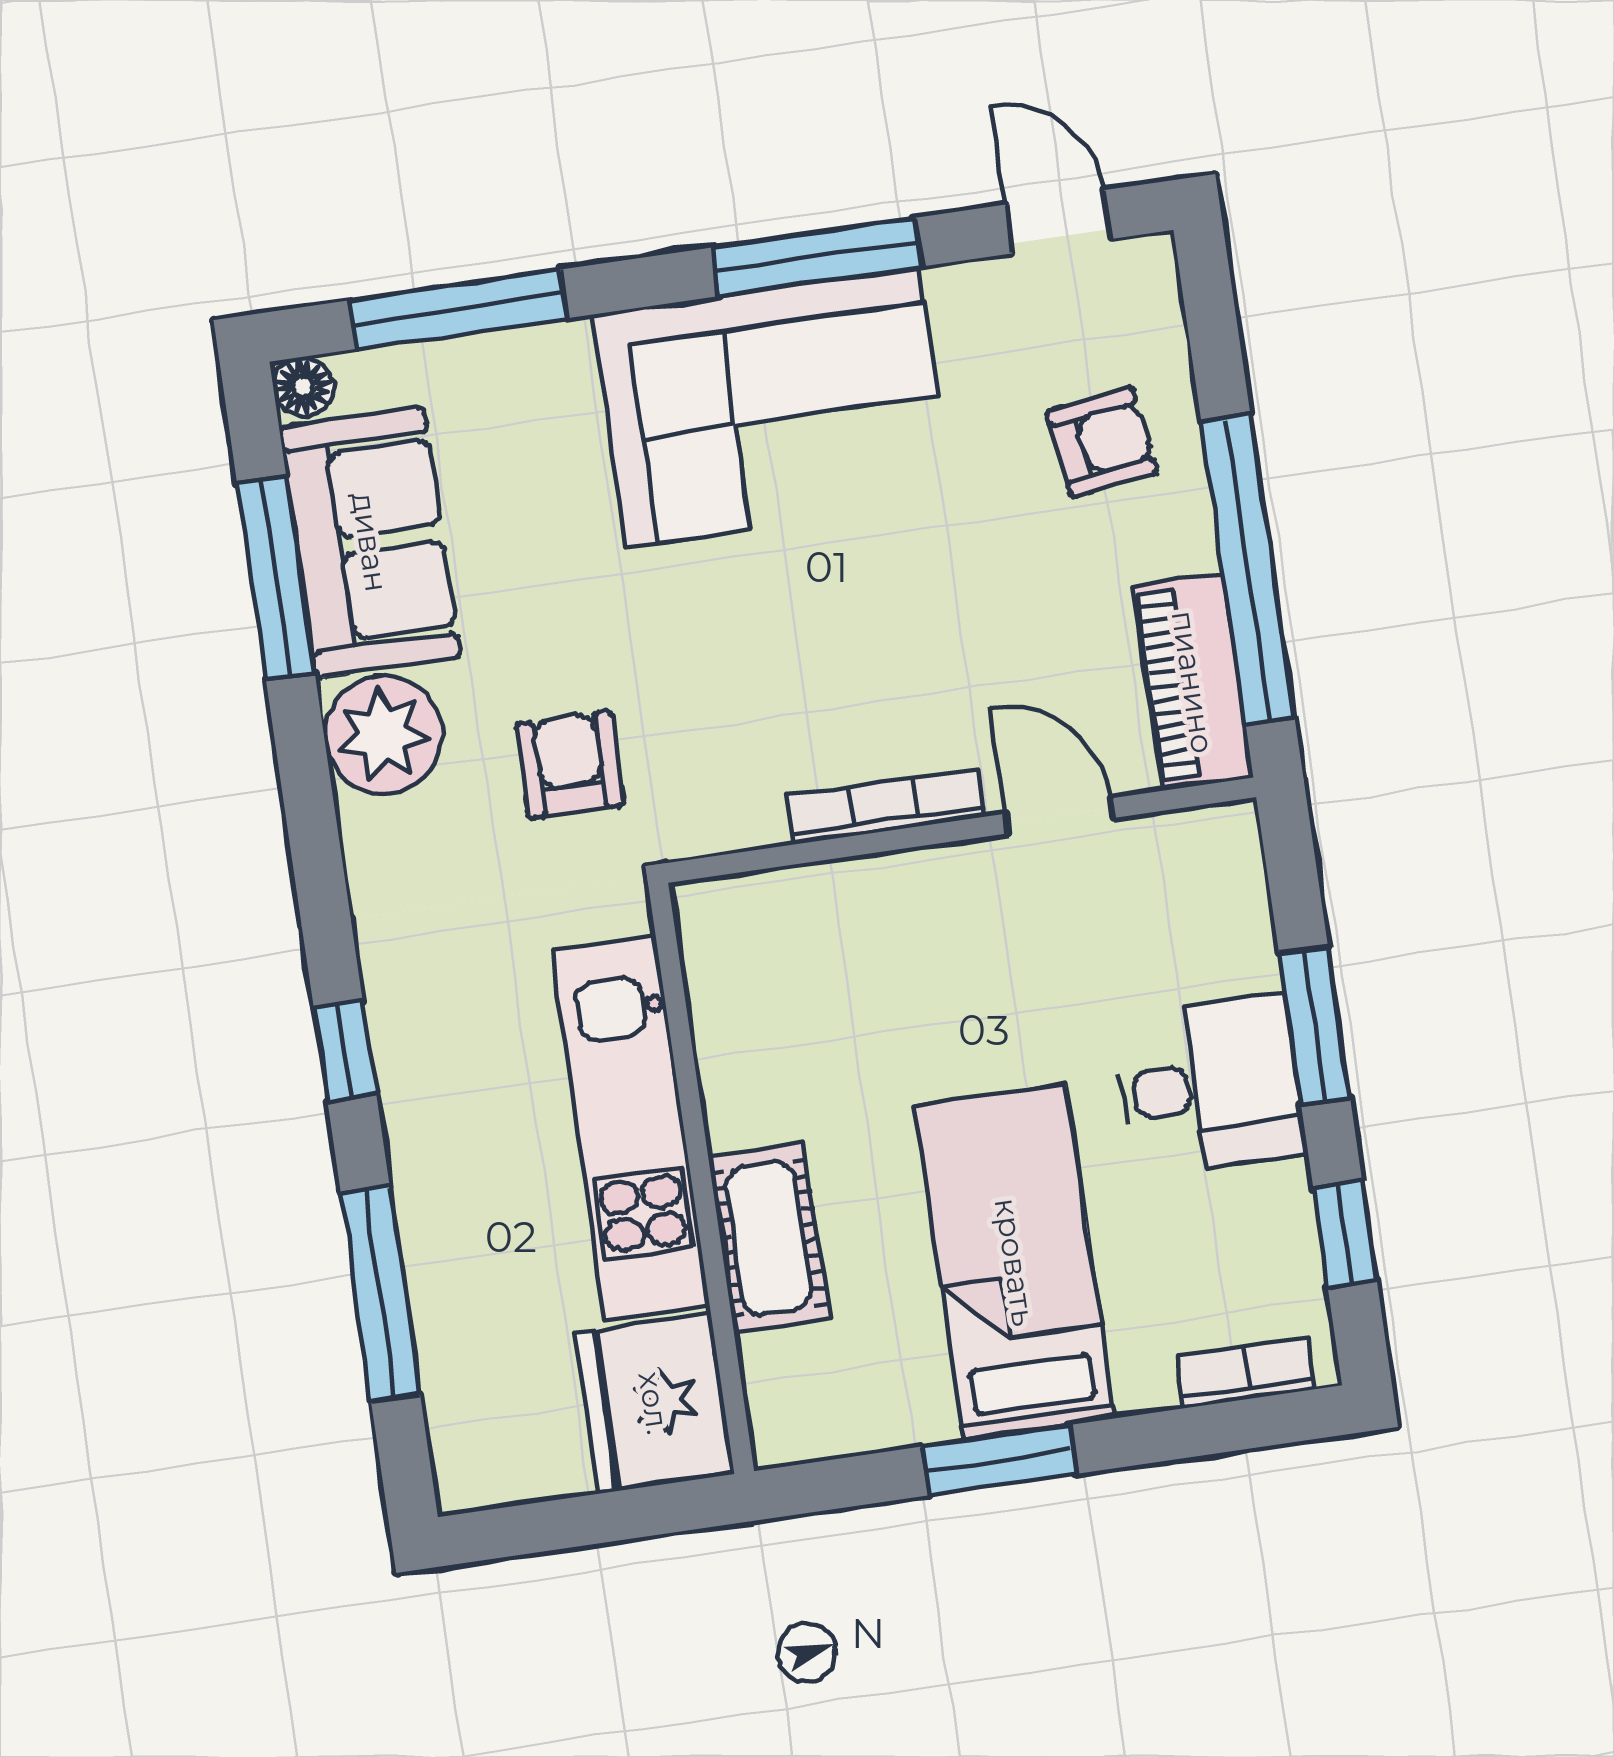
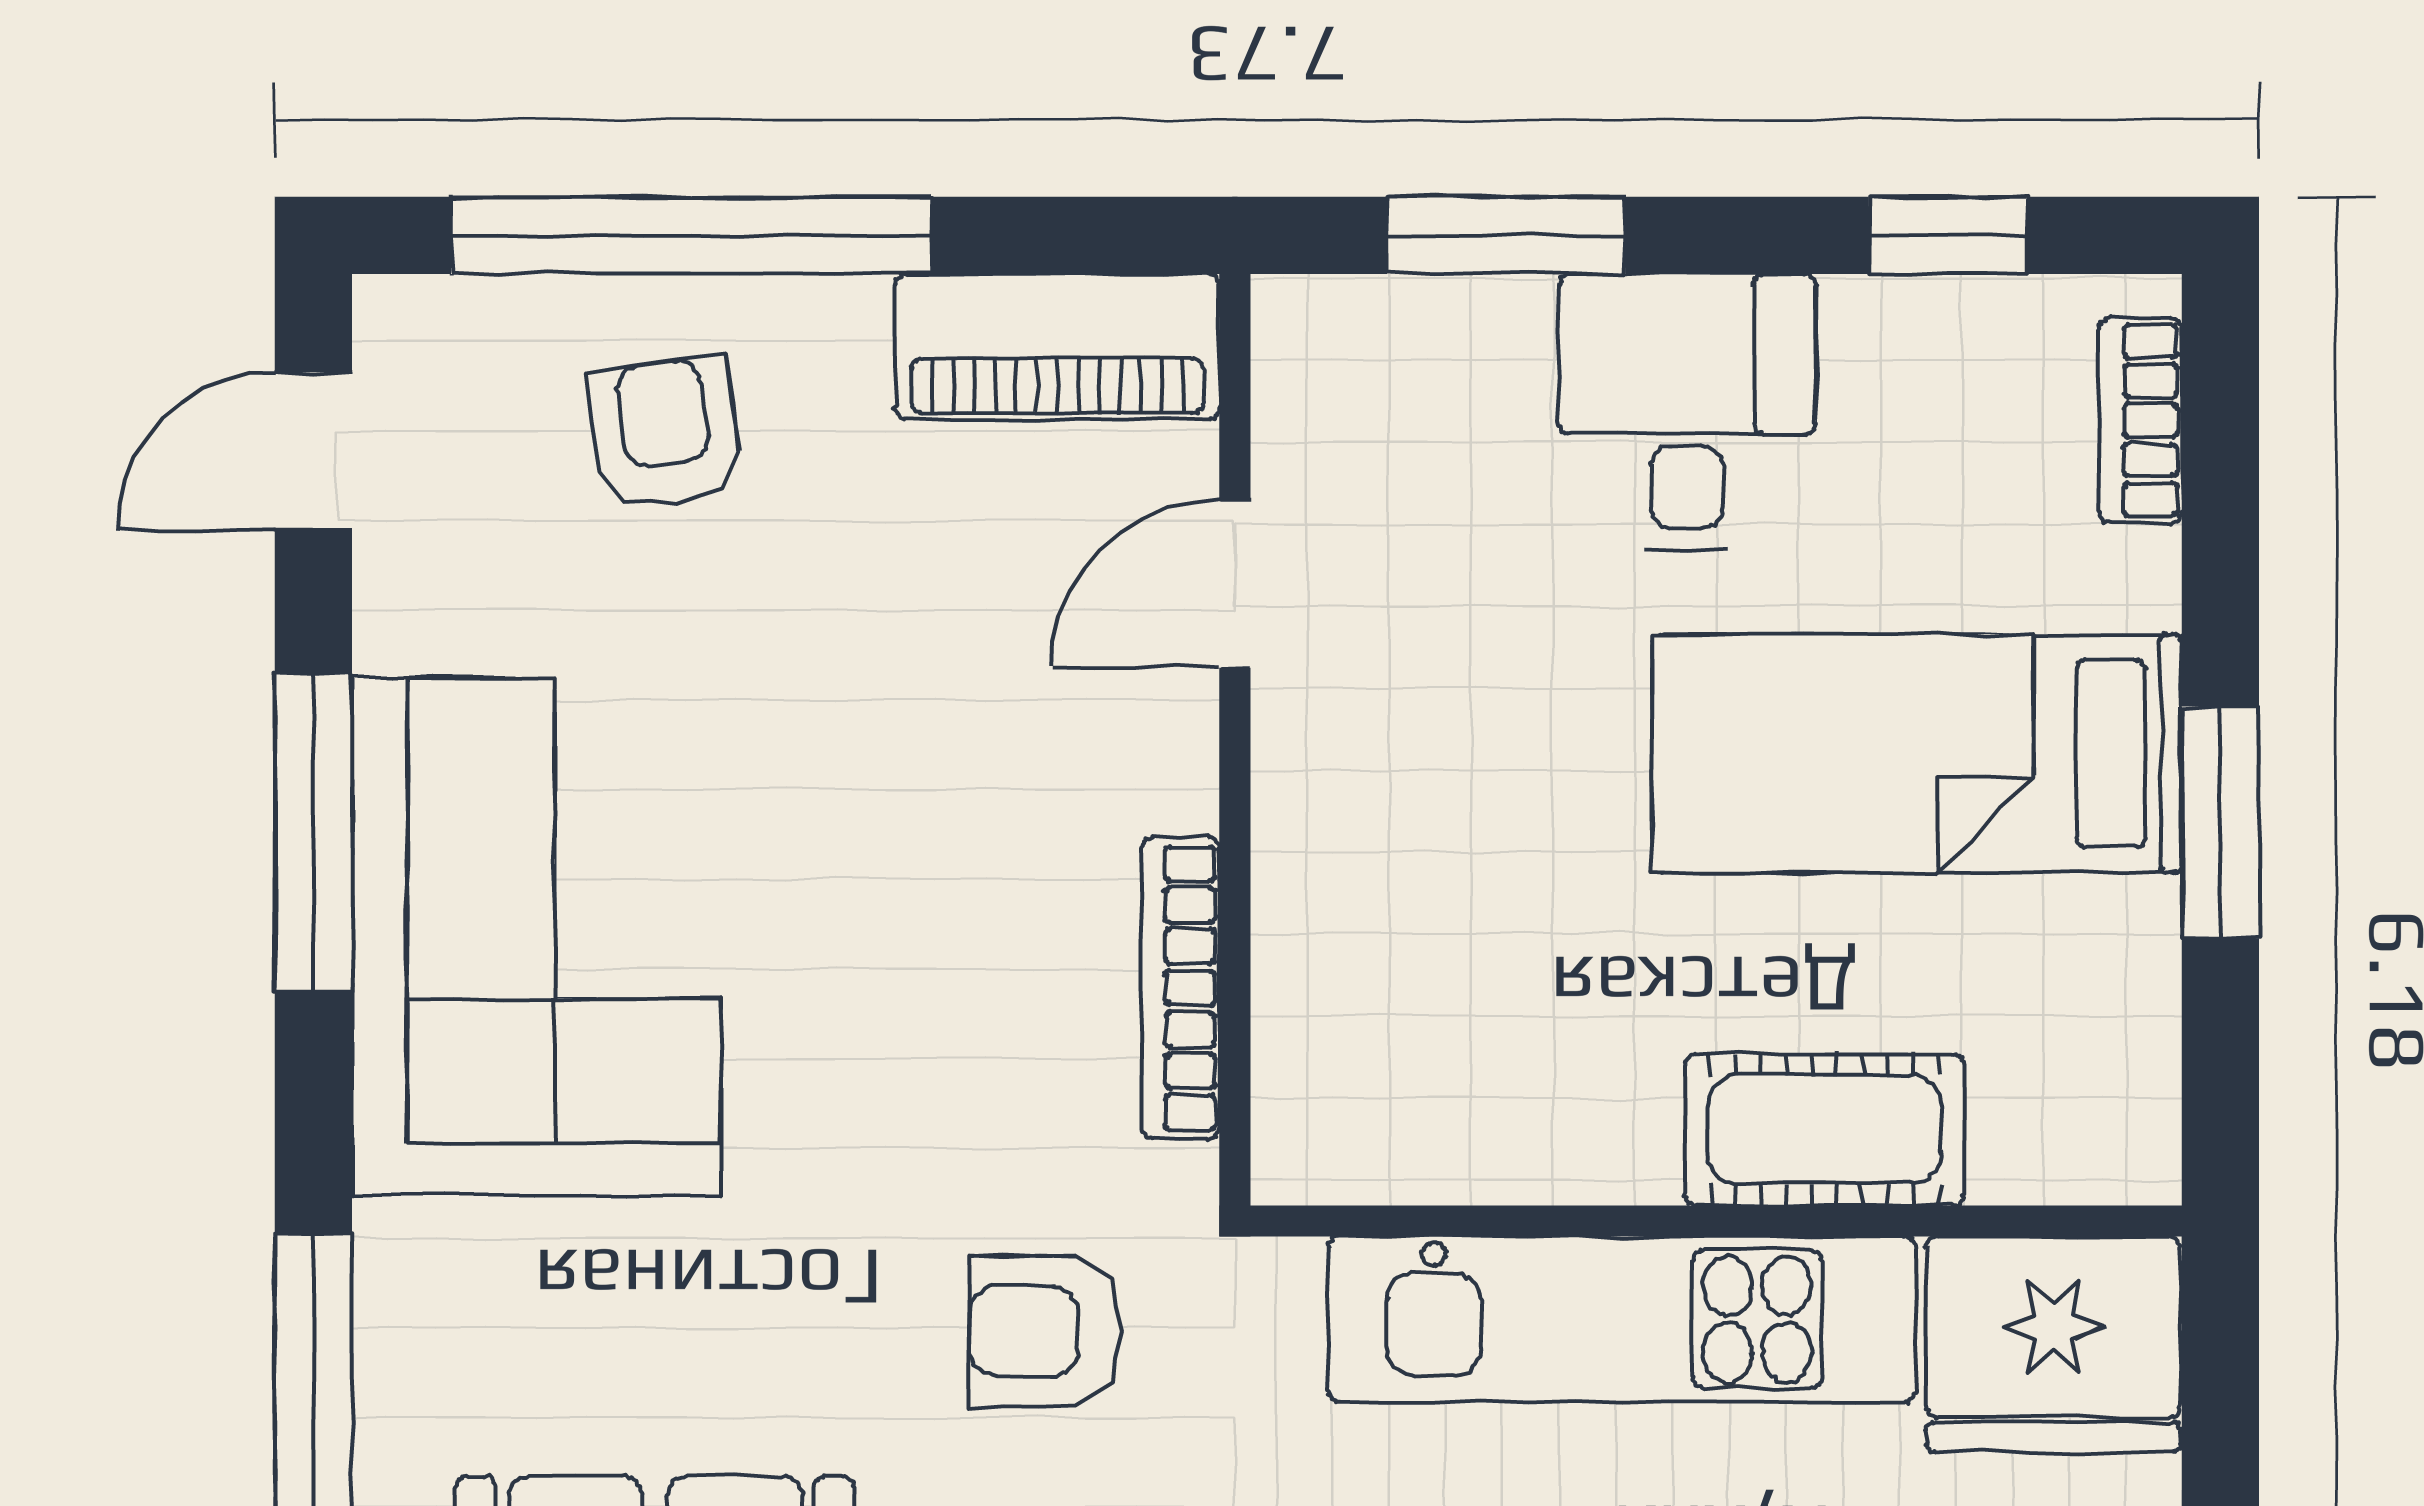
window: (1248, 569) -> (691, 235), moved
bookcase: (885, 806) -> (1181, 988), moved
window: (1315, 1026) -> (1506, 235), moved

